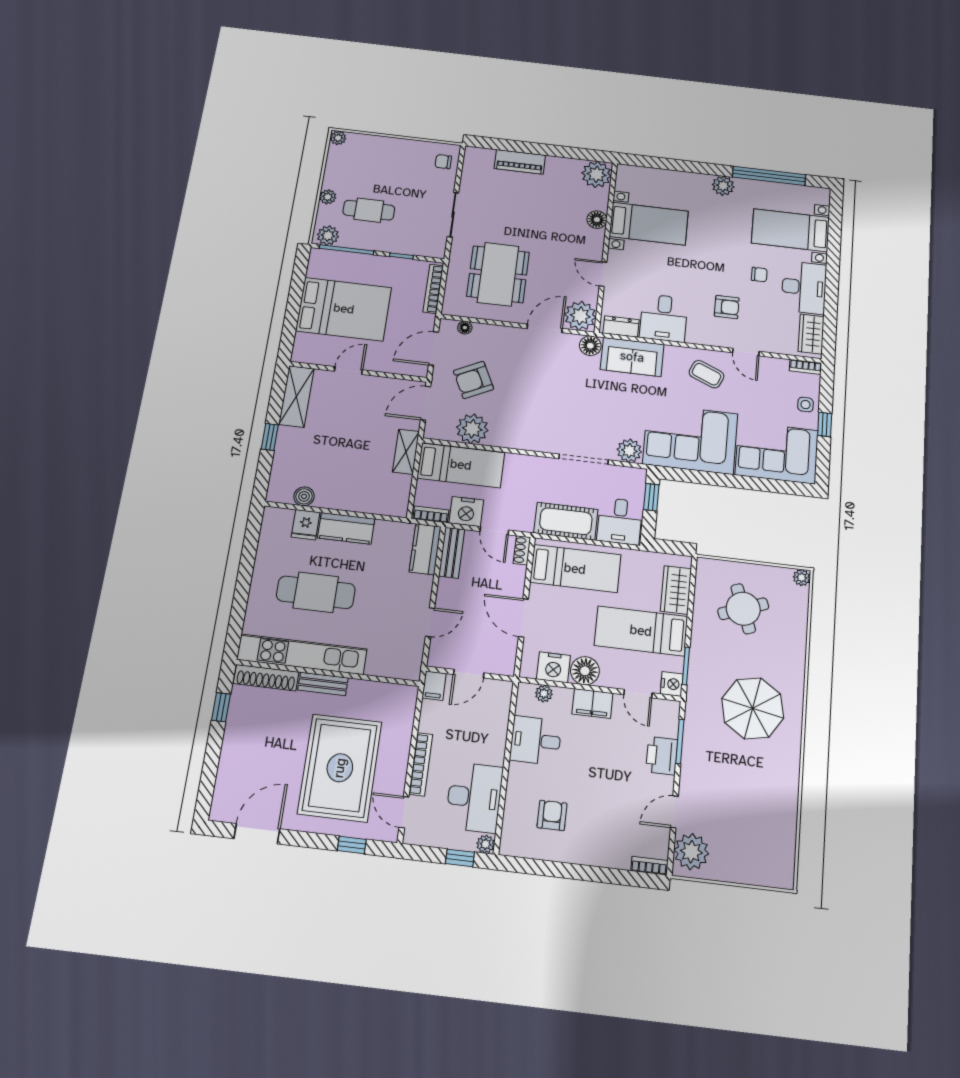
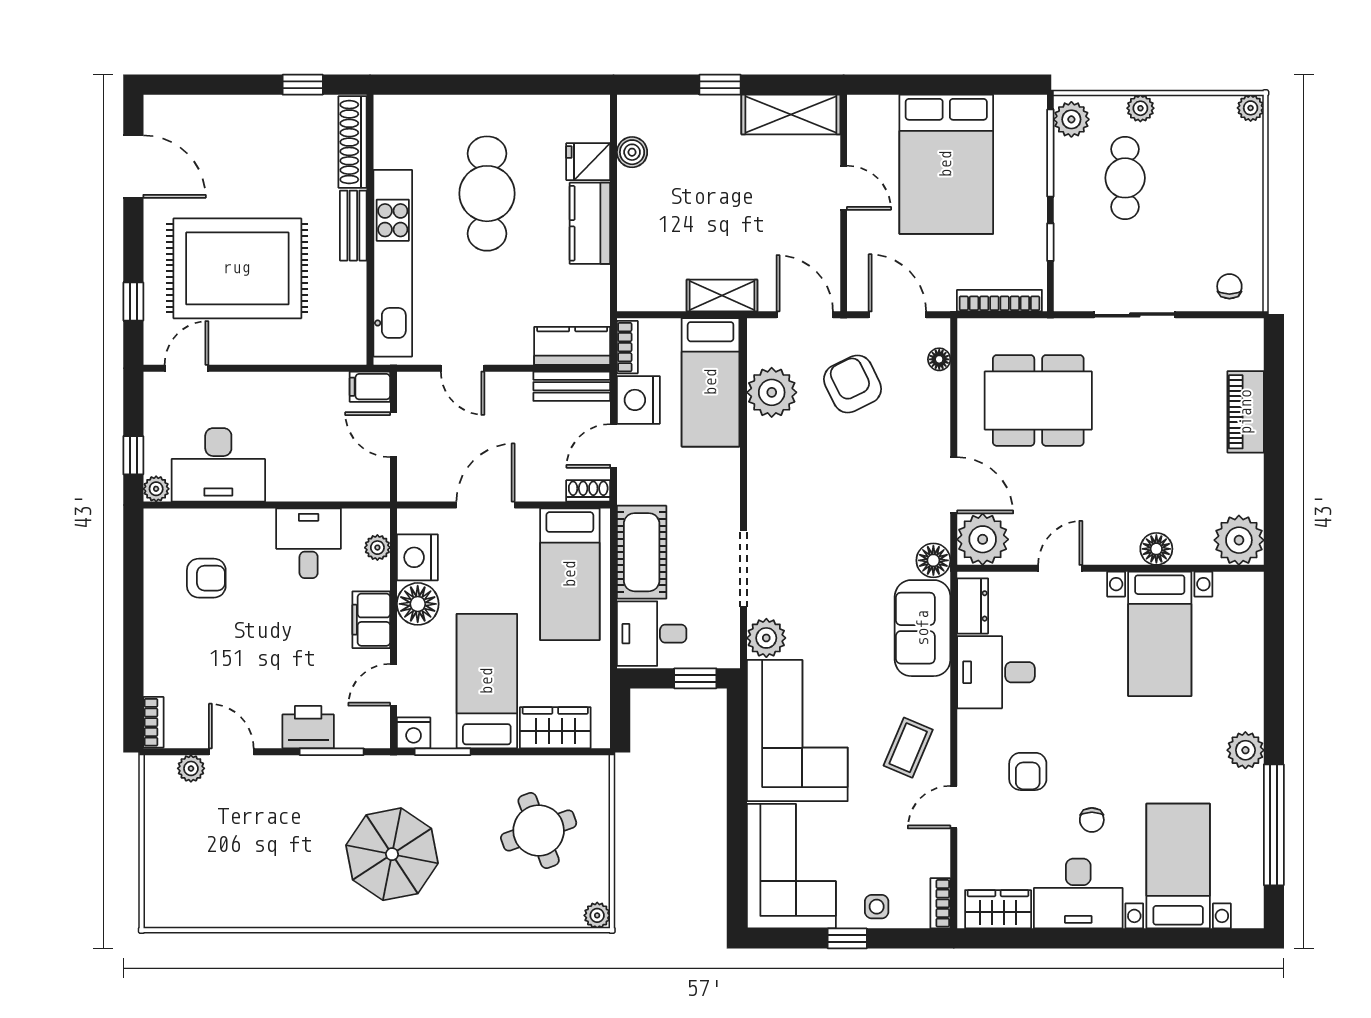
kitchen unit: (302, 654) -> (393, 263), moved
bookcase: (421, 764) -> (256, 383), removed
plant: (691, 852) -> (191, 768), width x0.53, depth x0.53

